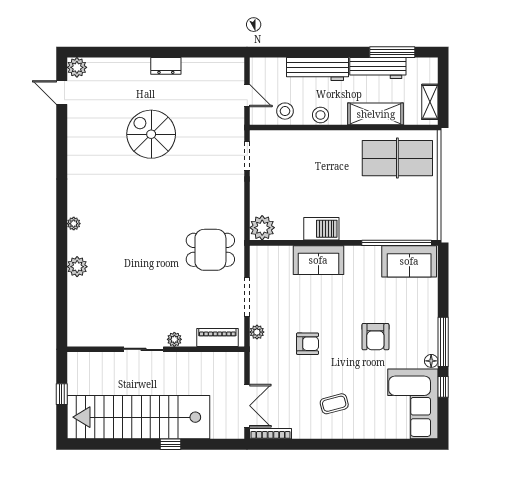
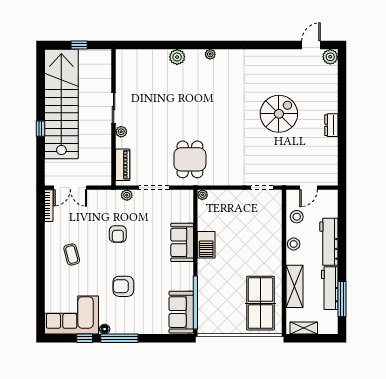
plant: (262, 228) -> (202, 195), width x0.53, depth x0.53

